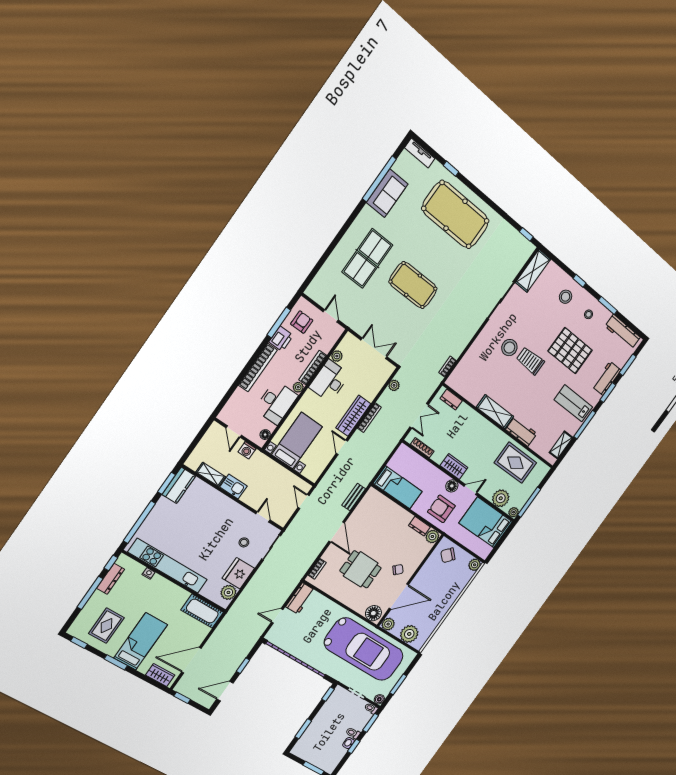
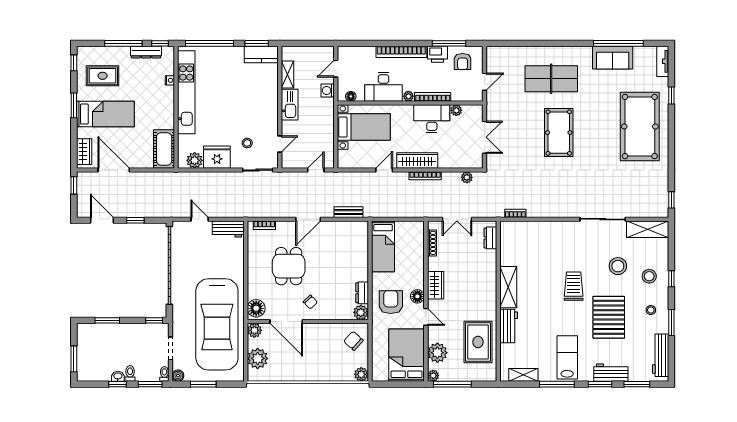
armchair: (302, 322) -> (463, 61), turned 90
stool: (509, 348) -> (618, 266), moved
kitchen sink: (233, 487) -> (290, 105), width x1.38

